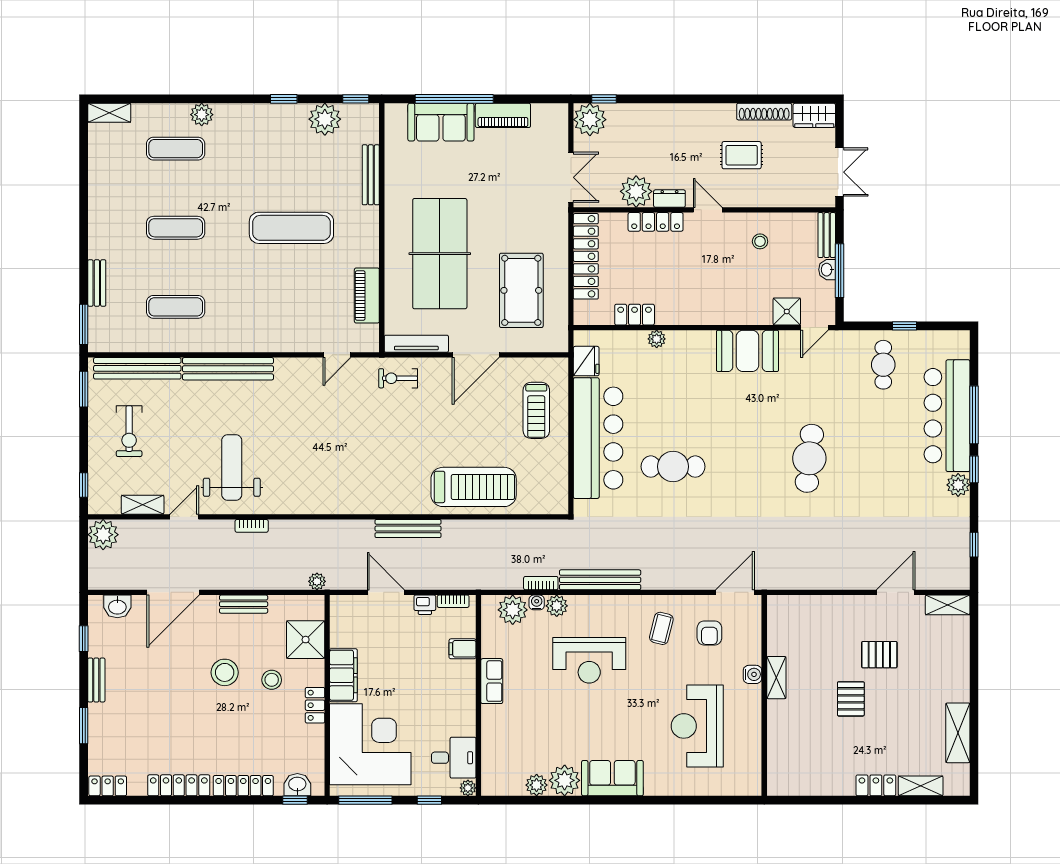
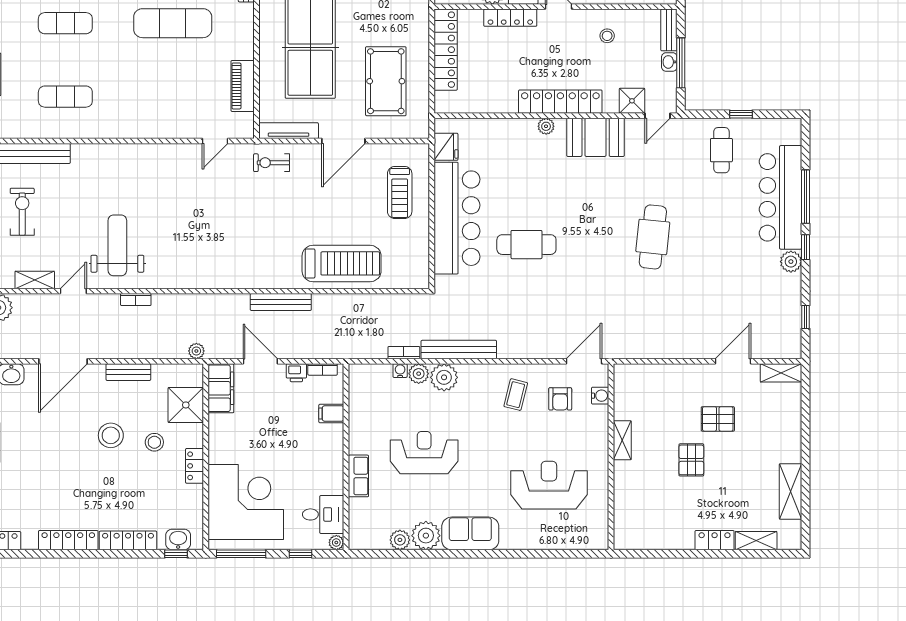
locker: (635, 315) -> (560, 102), moved, width x2.16, depth x1.21
plant: (657, 339) -> (546, 126), moved
bench: (228, 369) -> (114, 154), removed
exercise bike: (129, 431) -> (22, 212), turned 180
plant: (513, 610) -> (444, 377), moved
reception desk: (589, 660) -> (424, 453), moved, turned 180
water cooler: (753, 674) -> (600, 396), moved
filing cabinet: (343, 675) -> (221, 388), moved
row of seats: (492, 681) -> (358, 476), moved
reception desk: (697, 726) -> (549, 485), turned 90

